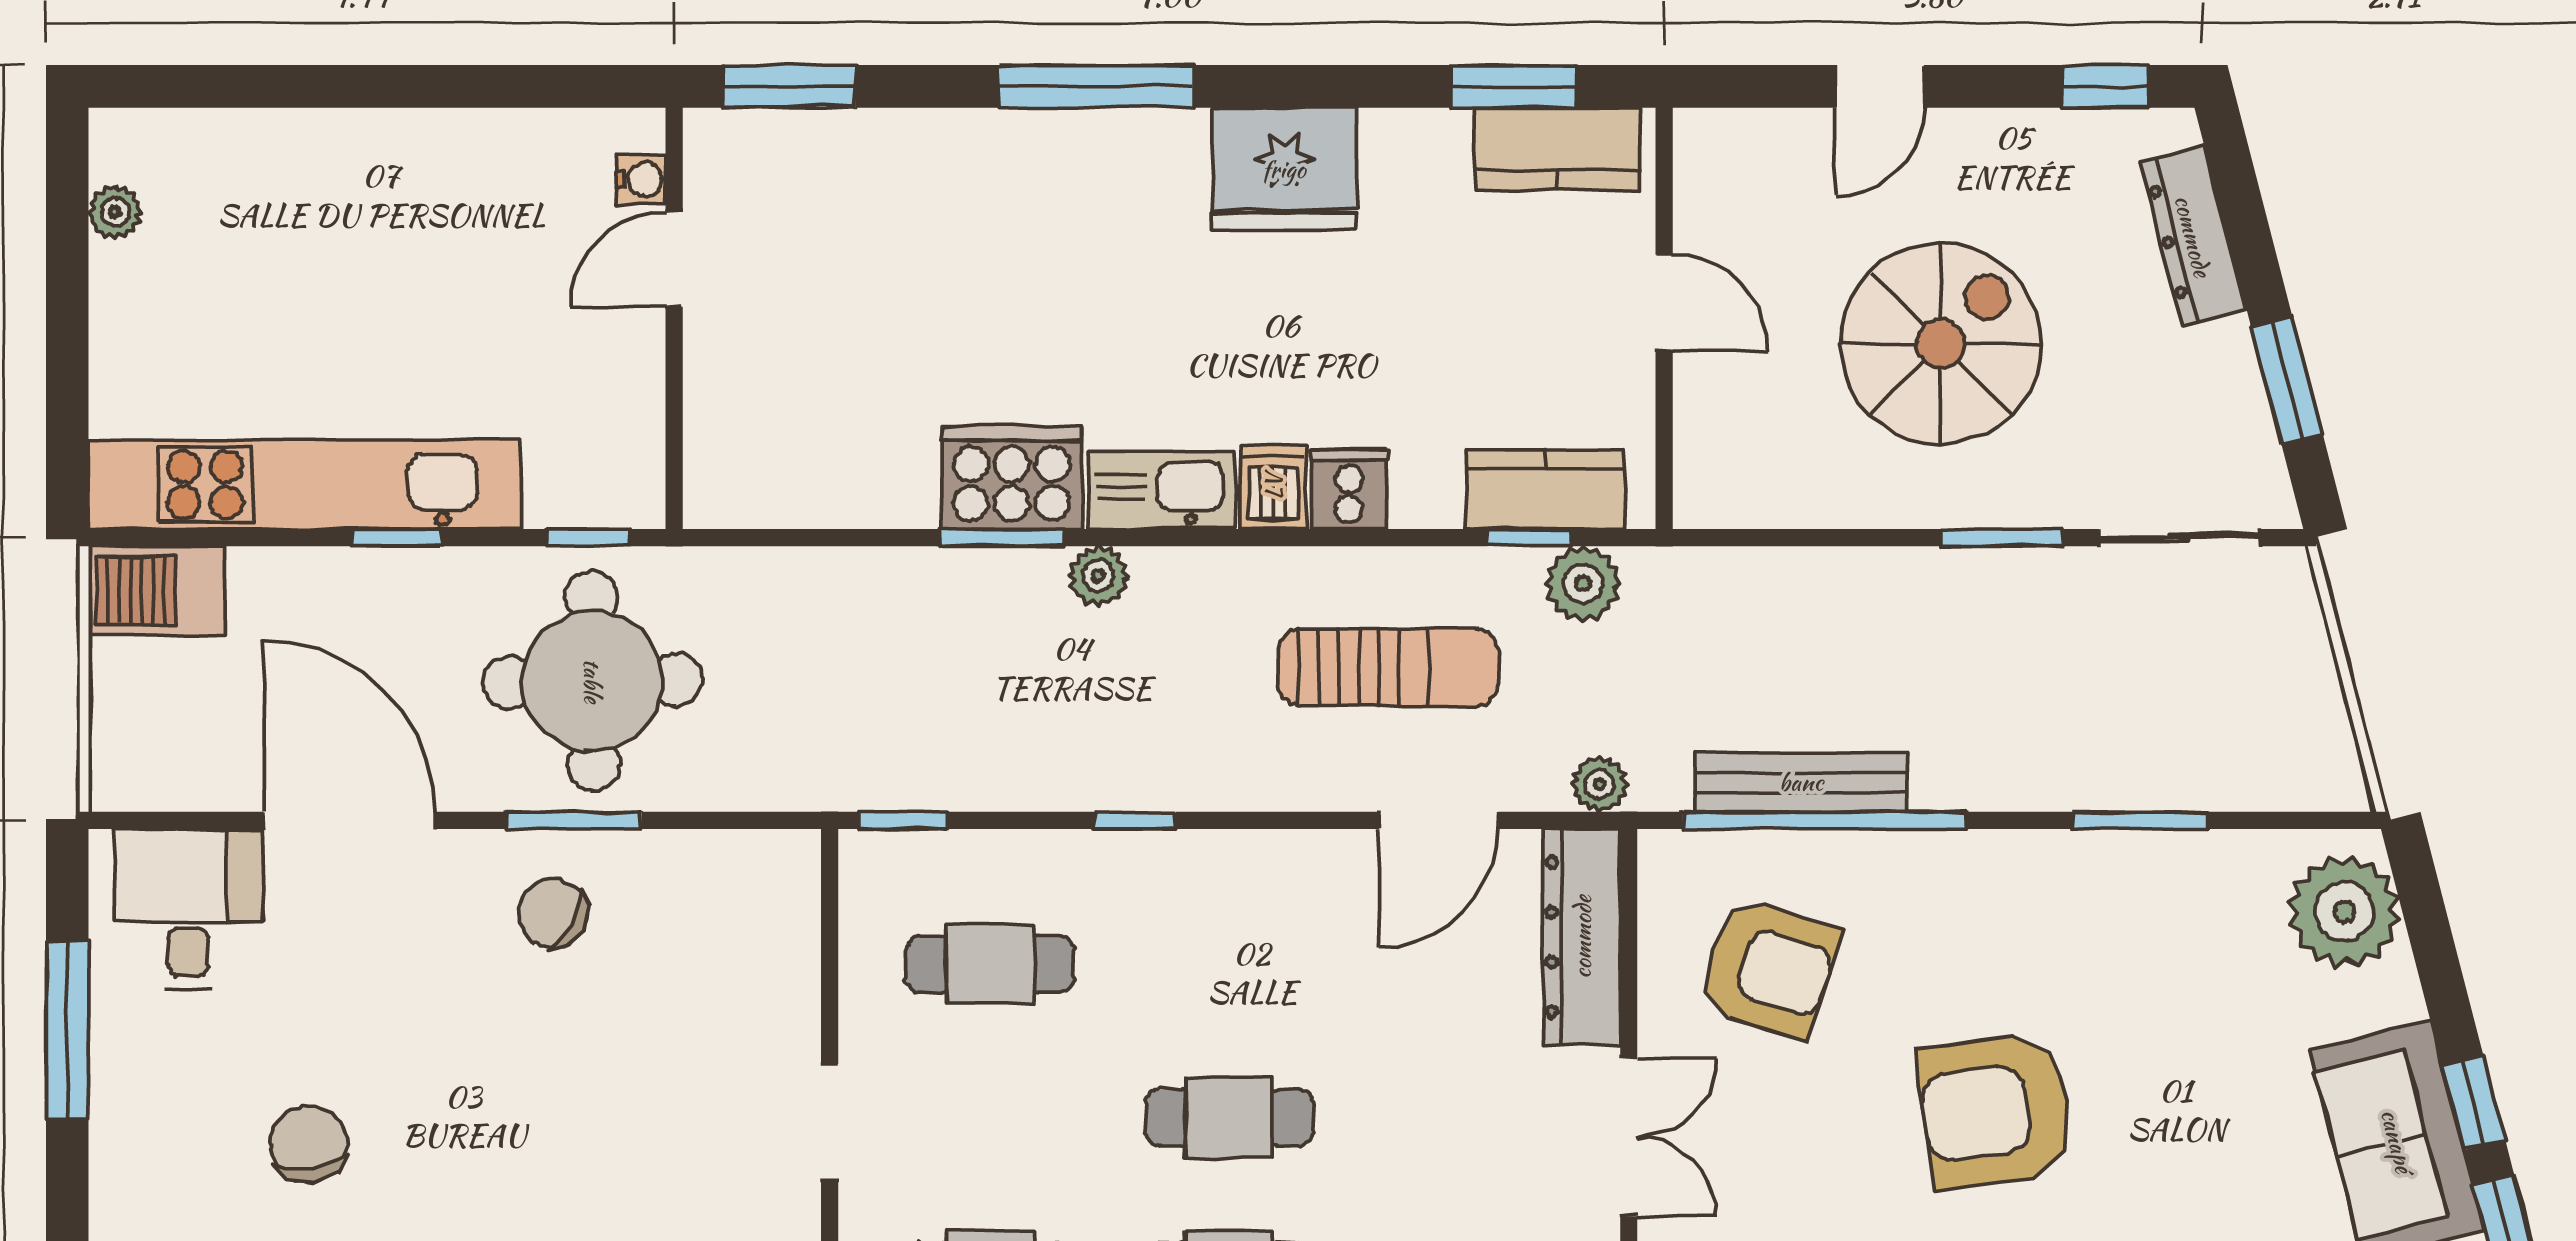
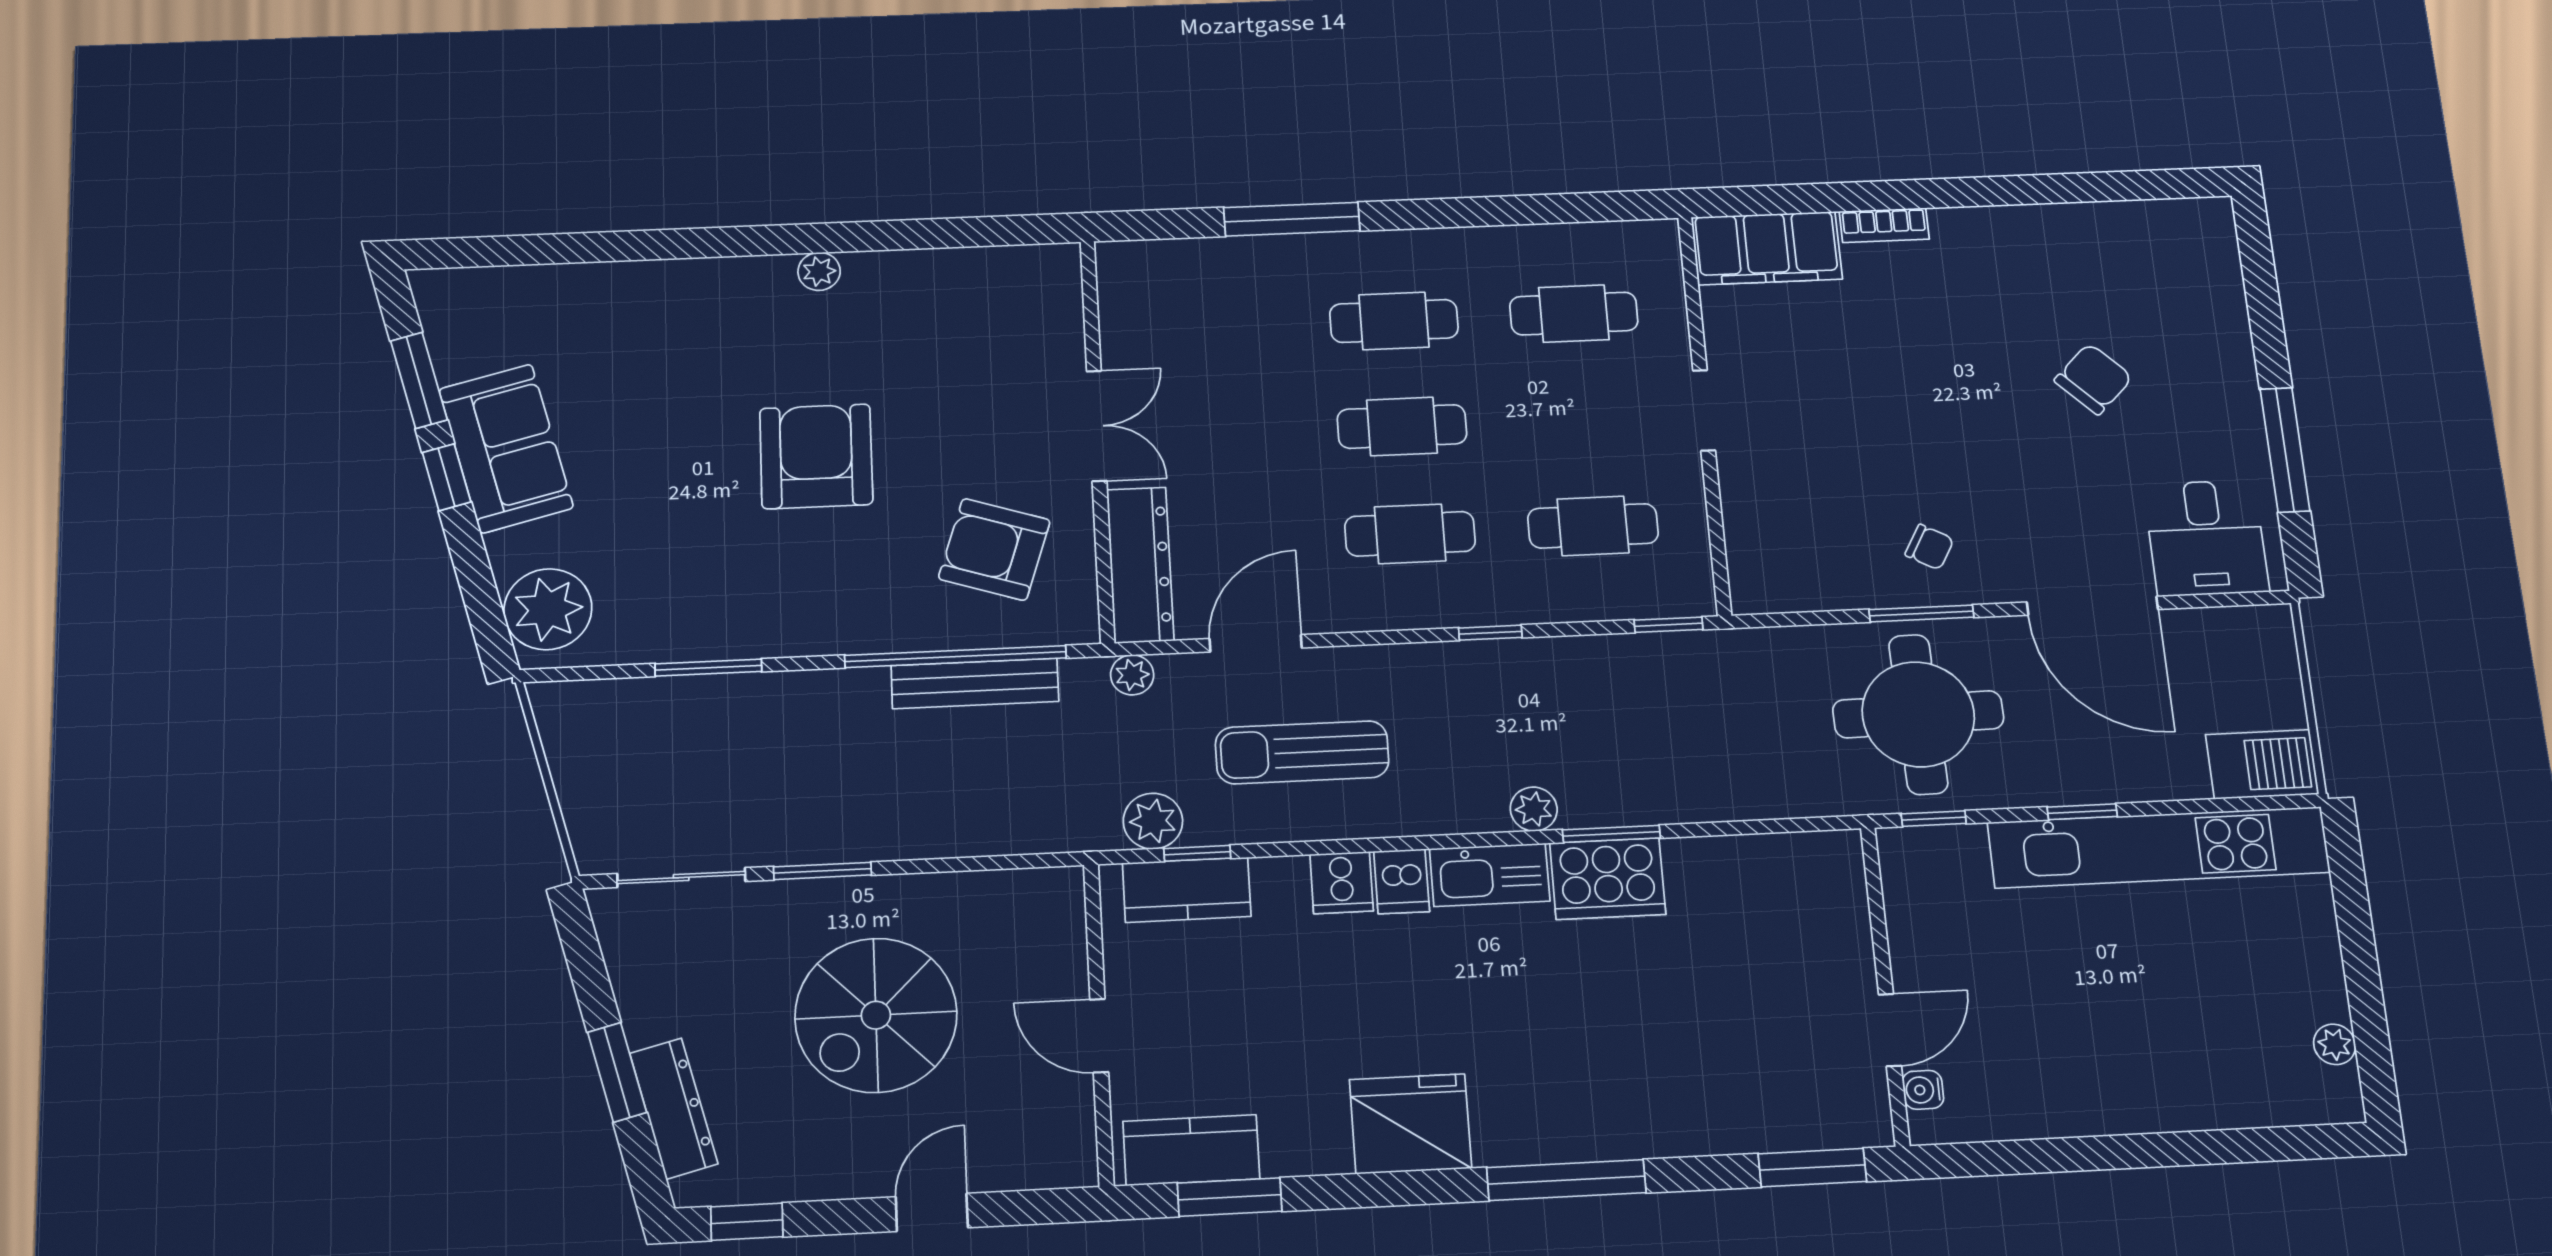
window: (2287, 380) -> (617, 1072), moved
chair: (553, 913) -> (1929, 547), width x0.73, depth x0.73
cafe table: (1229, 964) -> (1410, 534), added
armchair: (1996, 1110) -> (816, 456), turned -82
double door: (1629, 1137) -> (1097, 426), swing flipped
chair: (309, 1144) -> (2093, 379), turned -127

